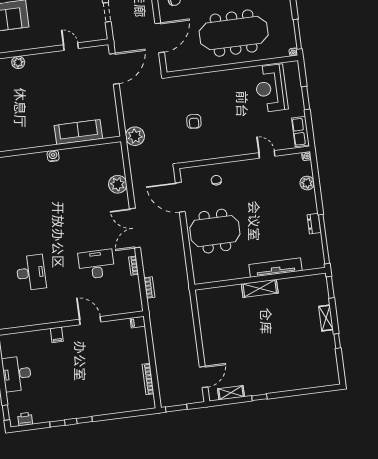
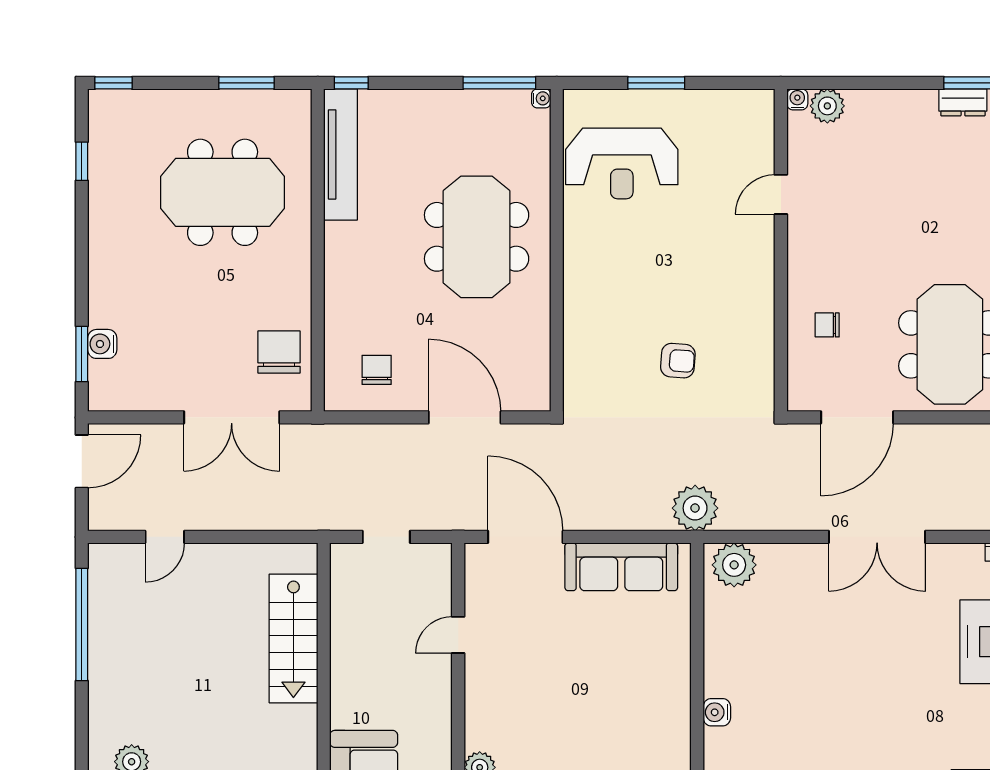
meeting table: (234, 33) -> (477, 237), width x0.73
sofa: (78, 132) -> (621, 567), moved, turned -90
row of seats: (300, 132) -> (736, 106), removed
plant: (307, 183) -> (827, 106), moved
plant: (118, 184) -> (734, 565), moved
double door: (135, 228) -> (877, 537), moved

